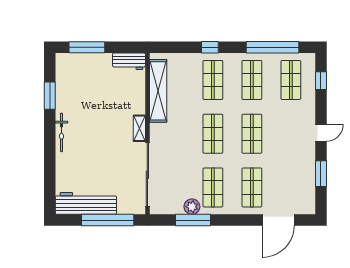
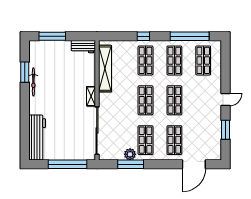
window: (321, 81) -> (225, 61), removed
bicycle: (62, 132) -> (33, 82), moved
workbench: (86, 203) -> (37, 137), moved, turned 90

